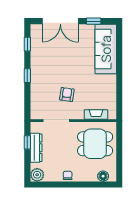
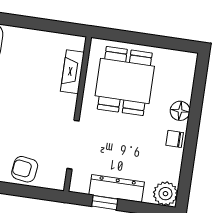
armchair: (67, 94) -> (25, 169), moved
floor lamp: (103, 176) -> (180, 111), moved

